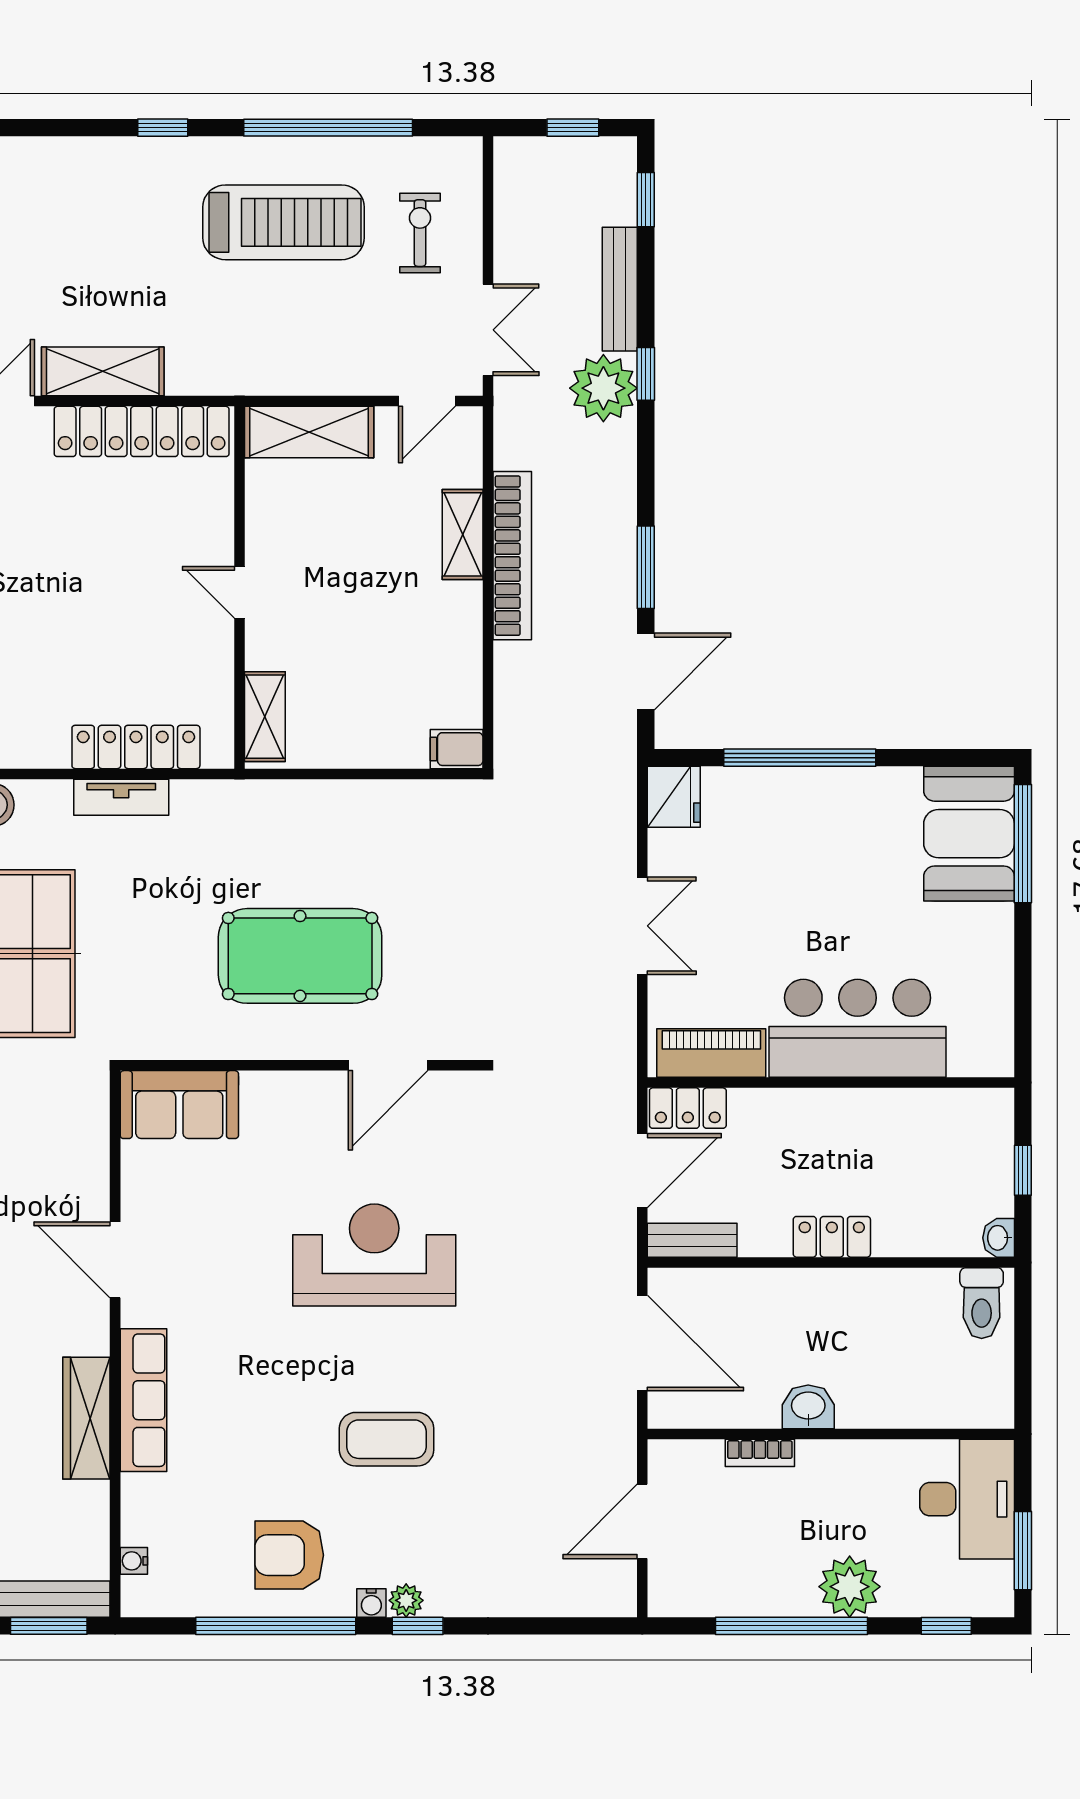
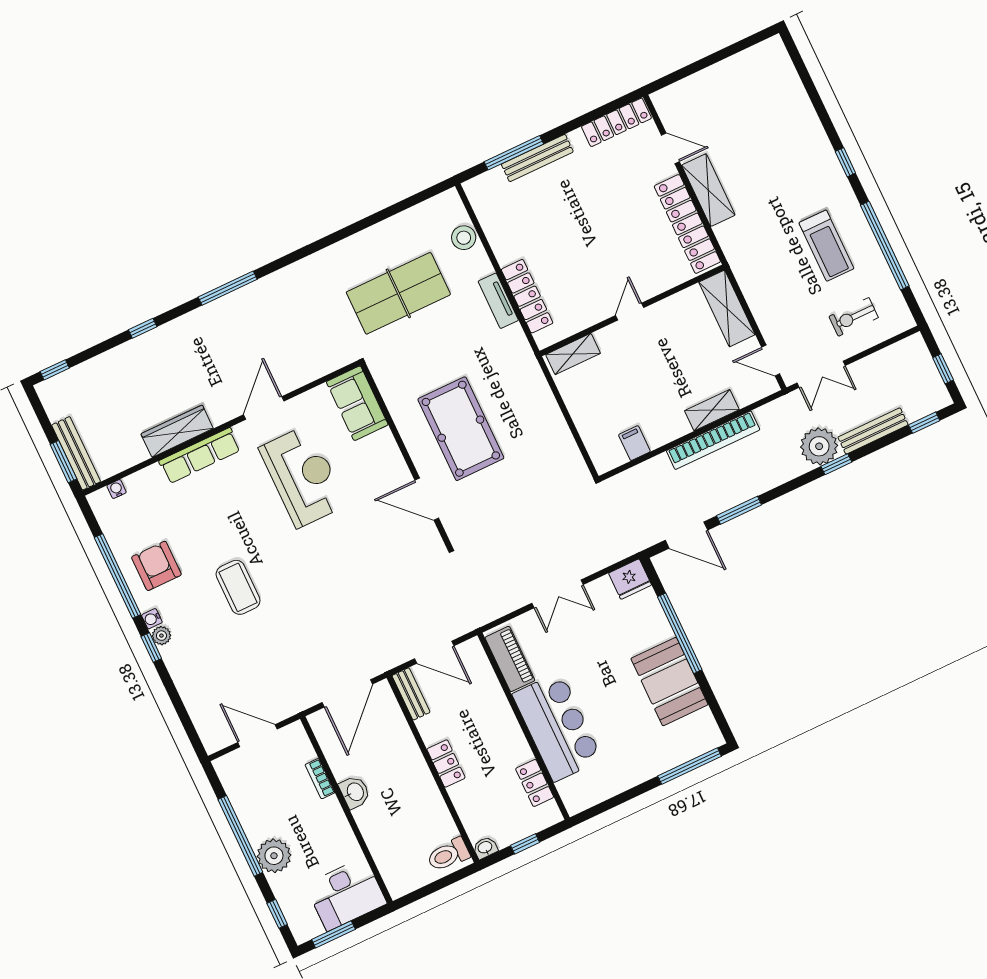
treadmill: (283, 222) -> (826, 246), width x0.73, depth x0.73
exercise bike: (420, 233) -> (854, 317), turned 180
filing cabinet: (457, 749) -> (634, 443), moved
booth: (969, 834) -> (669, 682), moved, turned 90
locker: (688, 1108) -> (535, 783), moved
reception desk: (374, 1255) -> (303, 476), moved

